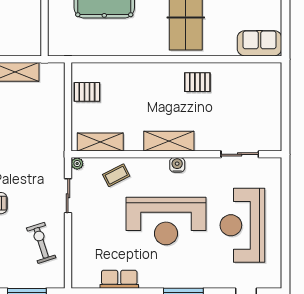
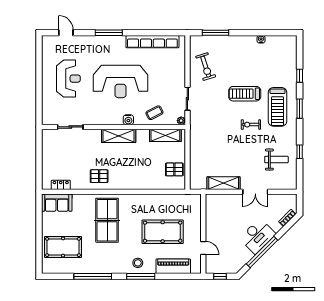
locker: (254, 69) -> (61, 185), added
water cooler: (177, 165) -> (128, 120), moved
reception desk: (166, 221) -> (121, 81), turned 180
reception desk: (242, 225) -> (68, 79), width x0.74, depth x0.77
row of seats: (119, 279) -> (152, 42), width x2.02

